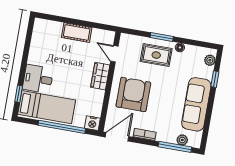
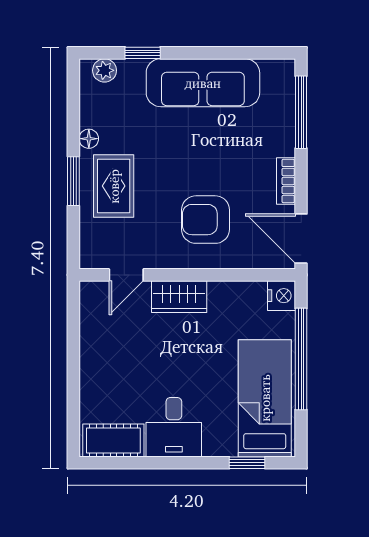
cot: (77, 33) -> (113, 440), moved, turned 90
desk: (38, 79) -> (174, 427), moved
armchair: (133, 94) -> (206, 220), width x0.73, depth x0.73
plant: (182, 140) -> (284, 99), removed

